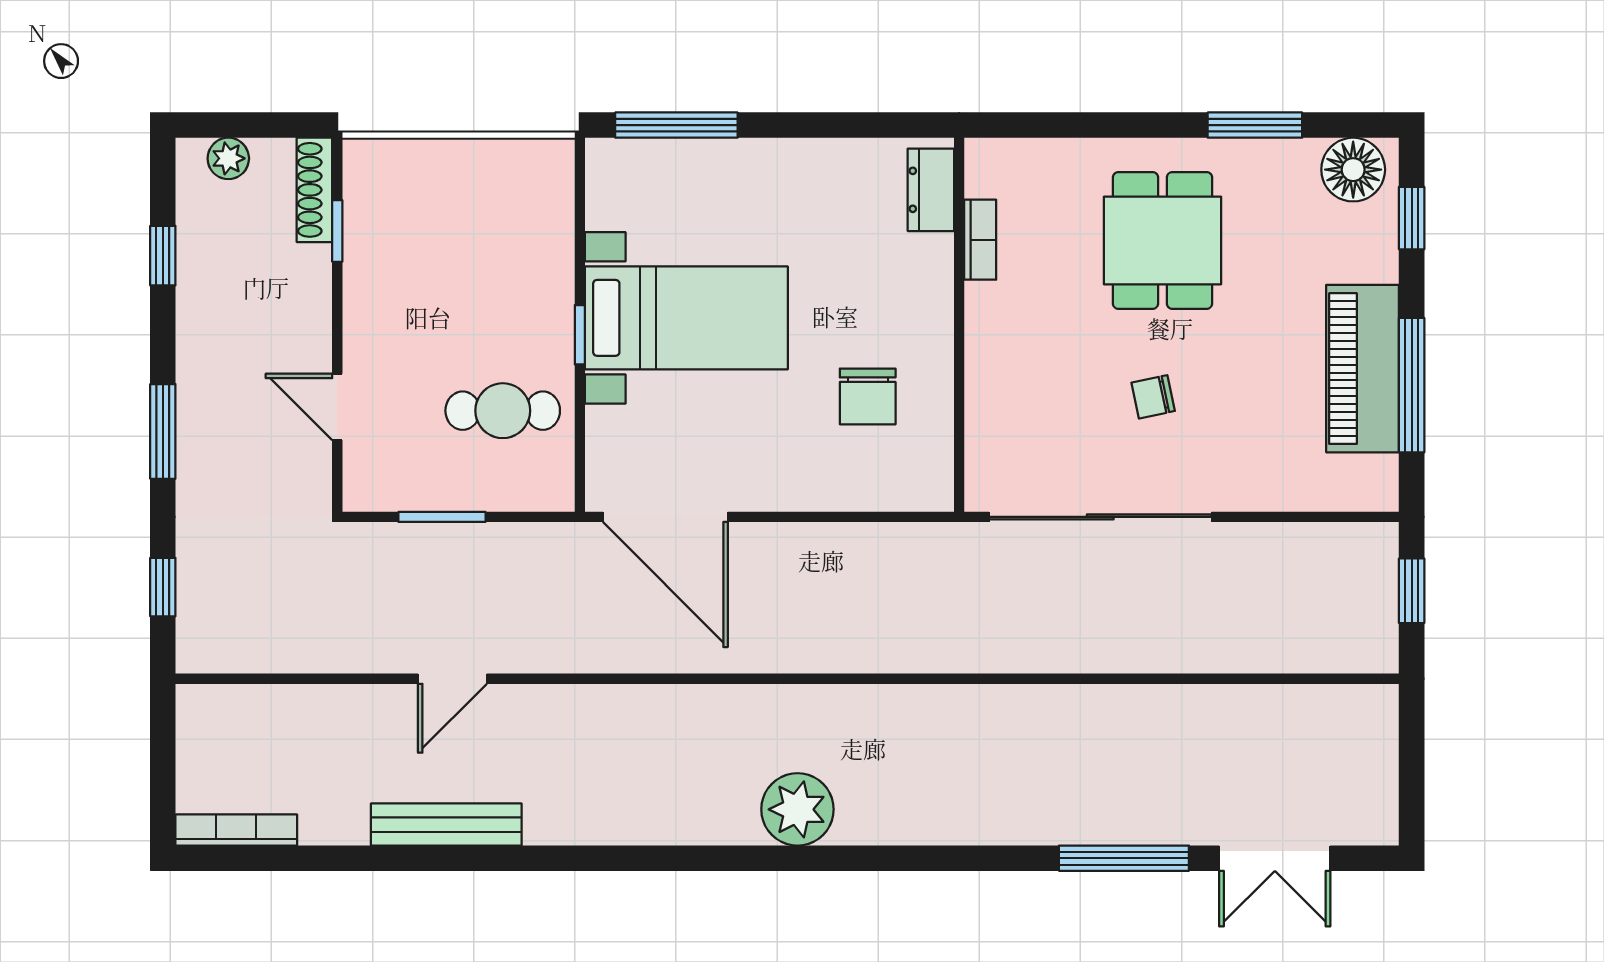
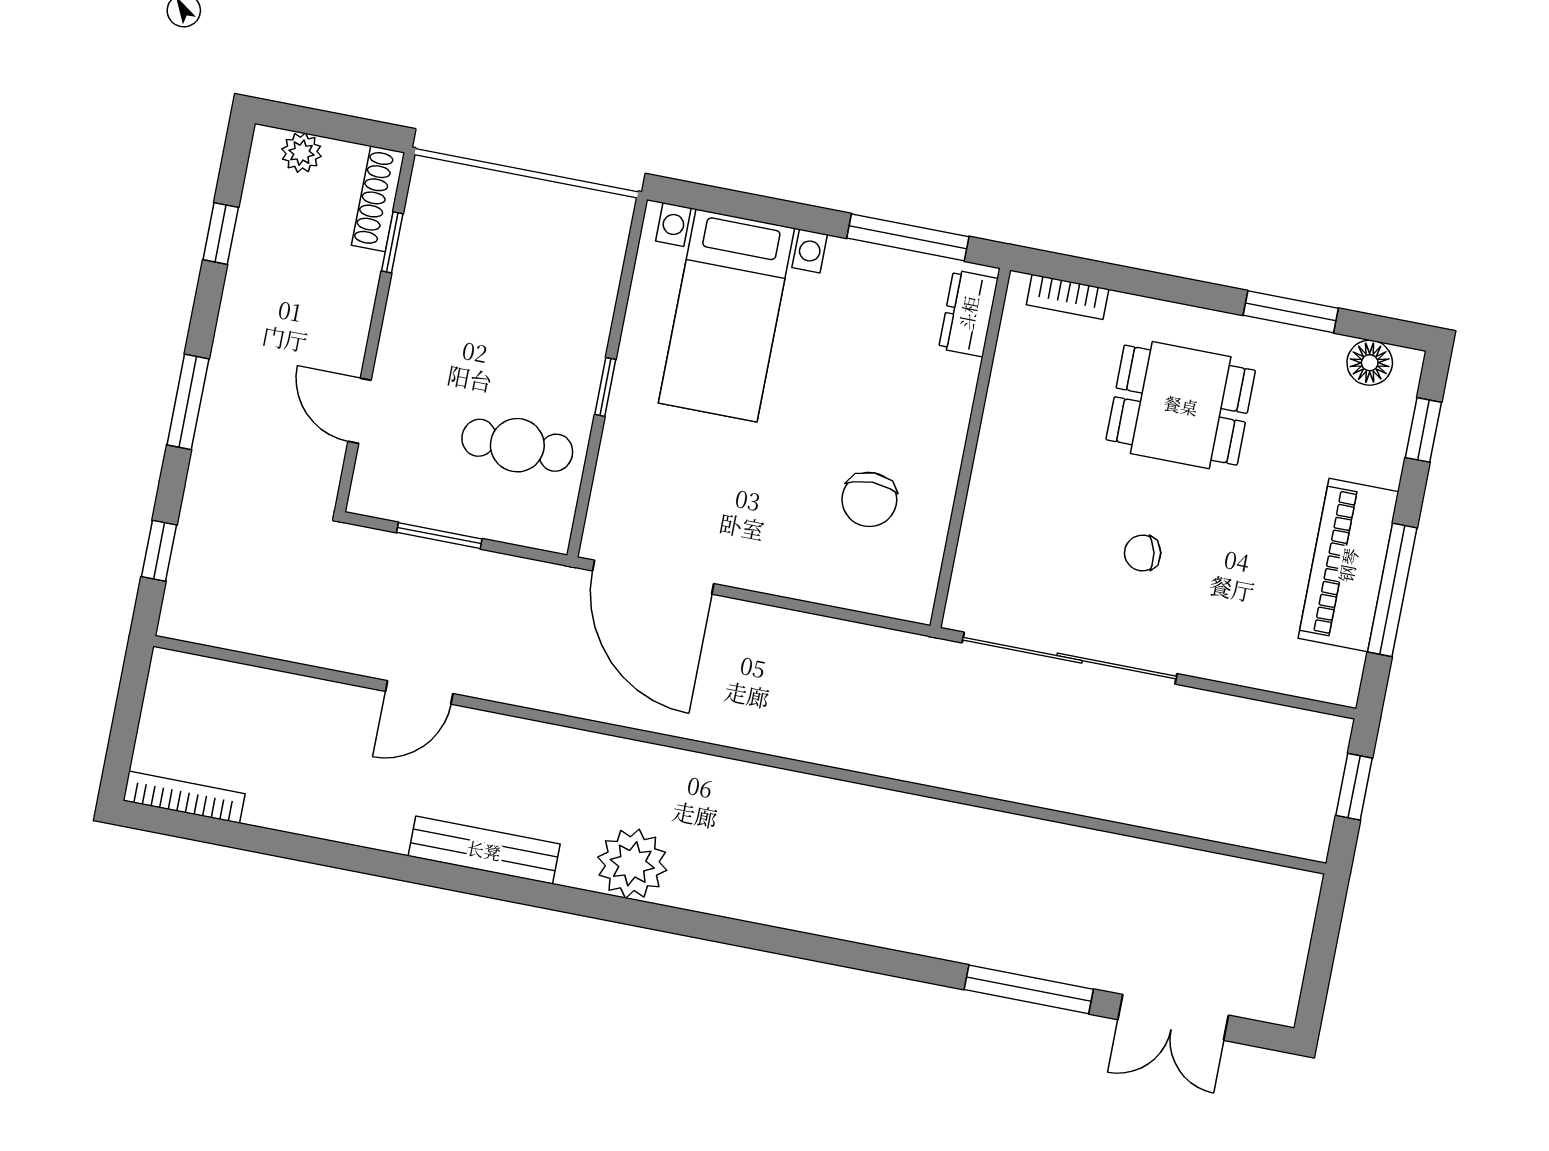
window: (676, 125) -> (908, 237), moved
floor lamp: (1353, 170) -> (1370, 363), width x0.73, depth x0.73
bookcase: (980, 240) -> (1068, 297), moved, turned 90
dining table: (1162, 240) -> (1181, 405), turned 90
bed with nightstands: (686, 318) -> (726, 315), moved, turned 90
plant: (797, 809) -> (632, 864), moved
bench: (446, 824) -> (484, 850), moved

